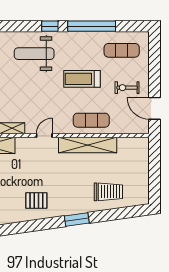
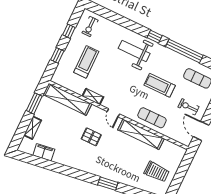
door: (44, 136) -> (113, 113), swing flipped
trolley: (108, 192) -> (157, 172), moved
pallet: (36, 201) -> (91, 137), moved

